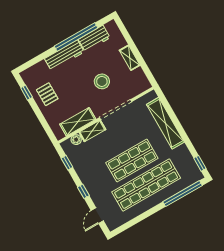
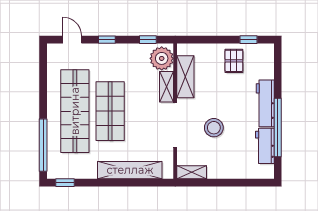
shelving: (130, 58) -> (192, 172), moved
pallet: (47, 94) -> (234, 61), turned 90
plant: (76, 140) -> (162, 58), width x1.87, depth x1.87

